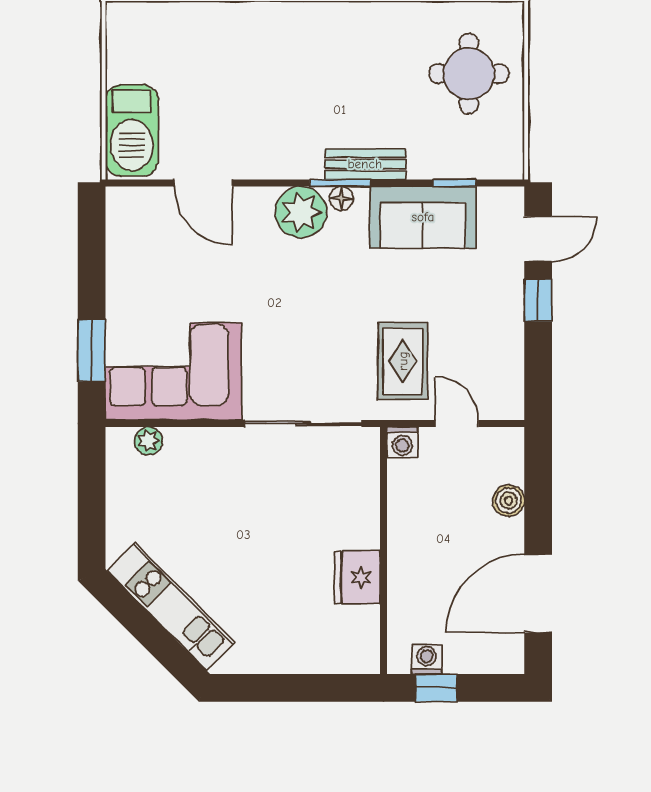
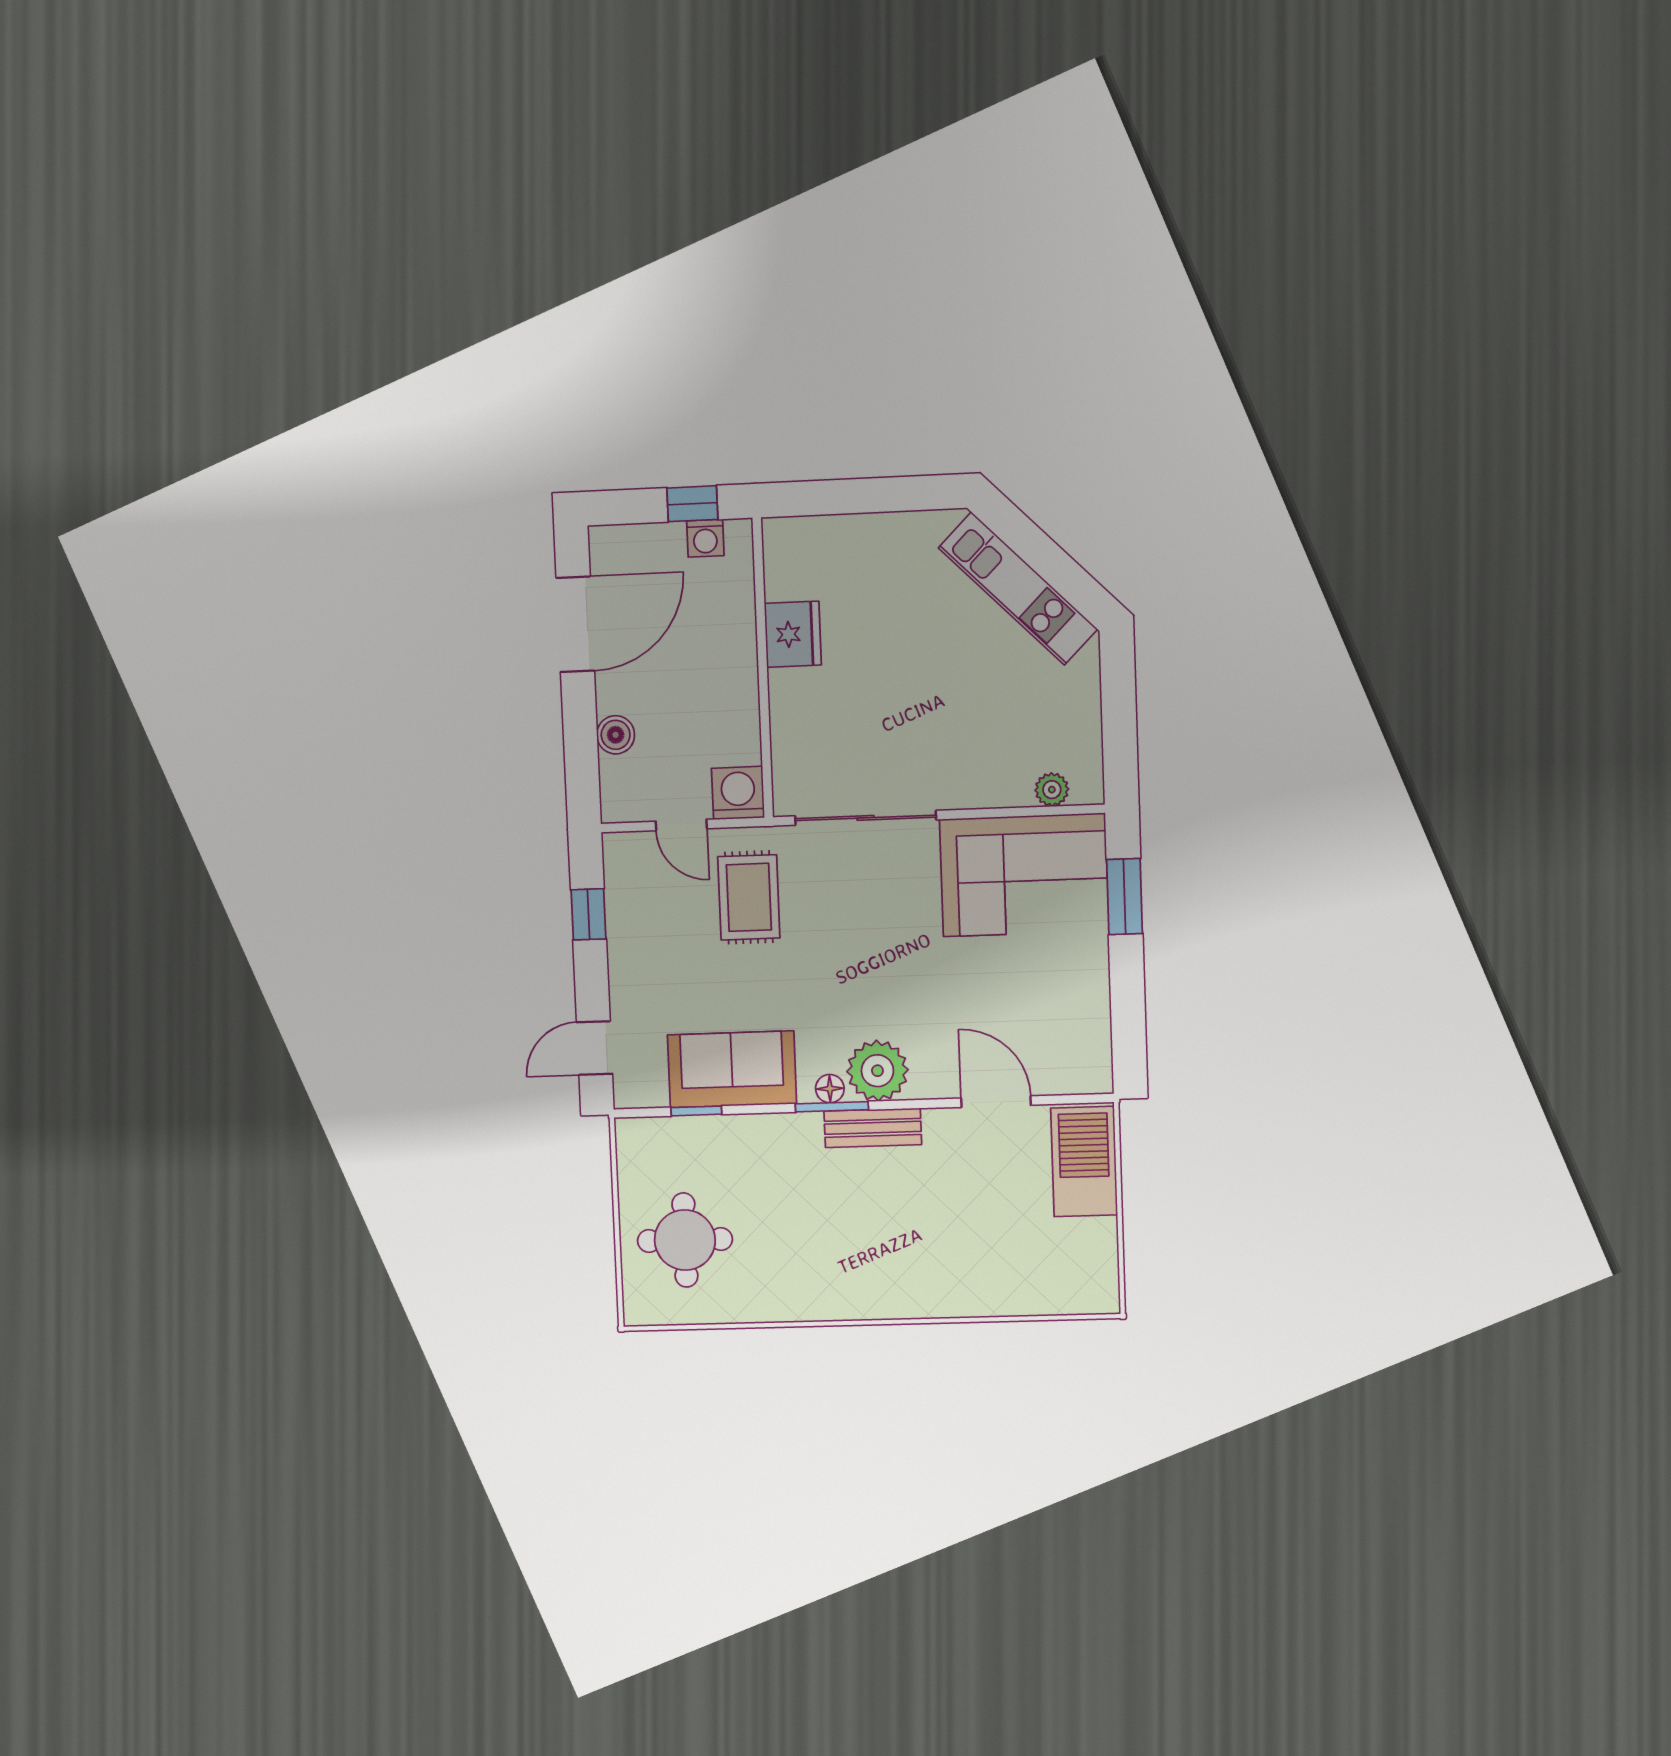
bench: (365, 164) -> (873, 1128), moved
window: (538, 300) -> (588, 914), moved
washing machine: (402, 442) -> (738, 793), width x1.38, depth x1.38

